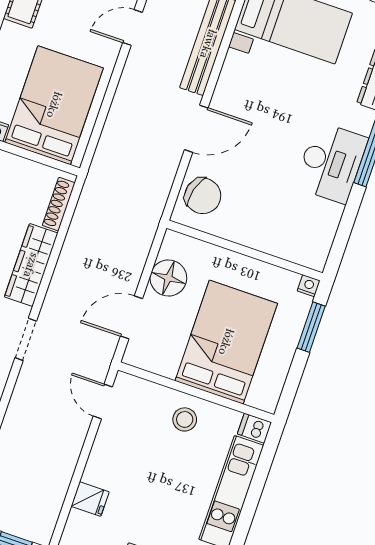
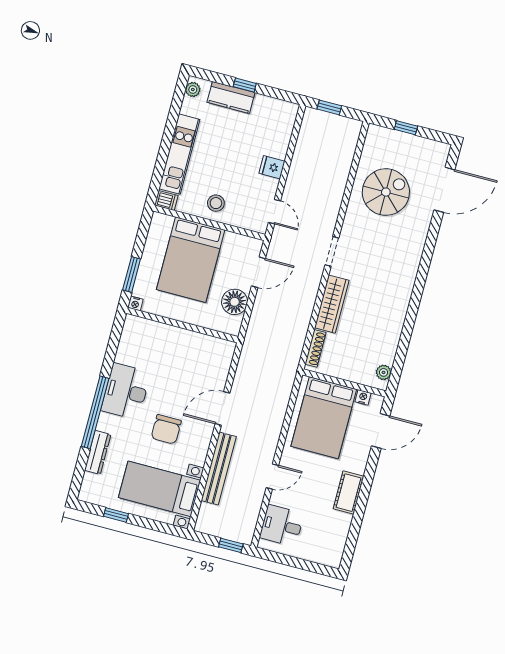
chair: (203, 196) -> (166, 429), moved, turned -105
fridge: (90, 499) -> (272, 167), moved

